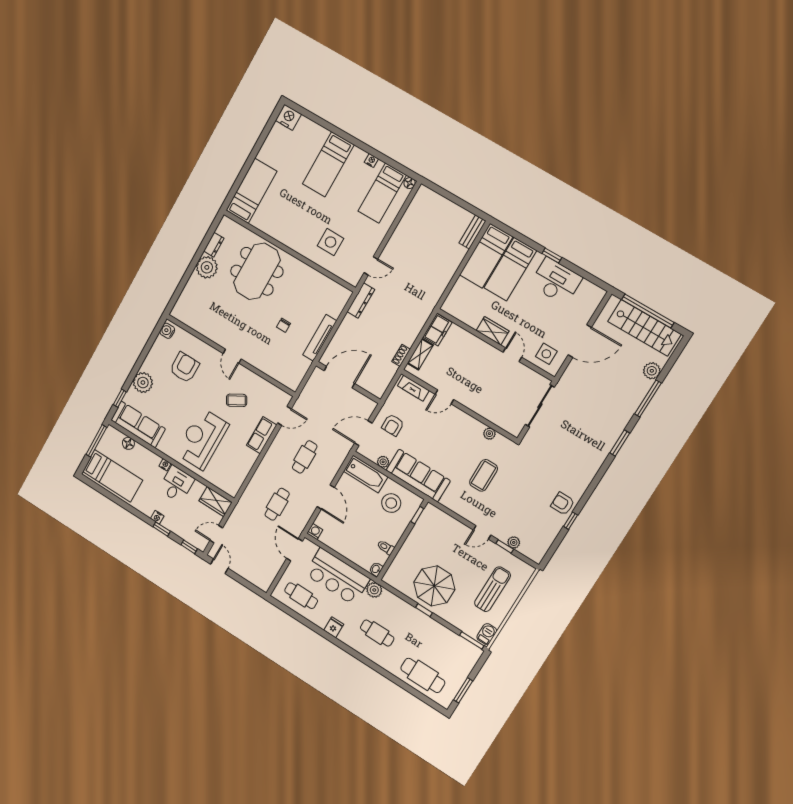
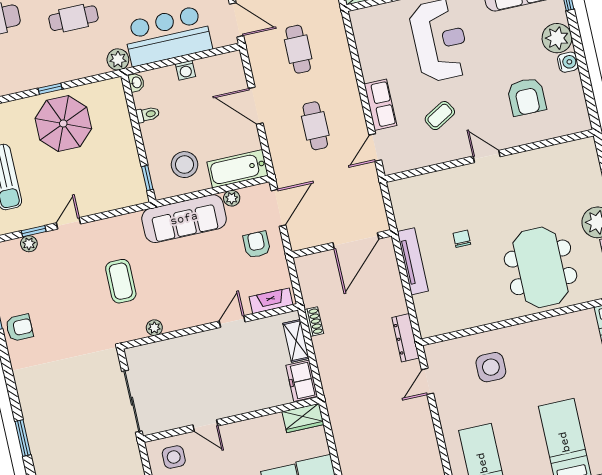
water cooler: (167, 331) -> (568, 62), moved
wardrobe: (493, 331) -> (303, 418), moved
washing machine: (315, 531) -> (185, 70), moved

